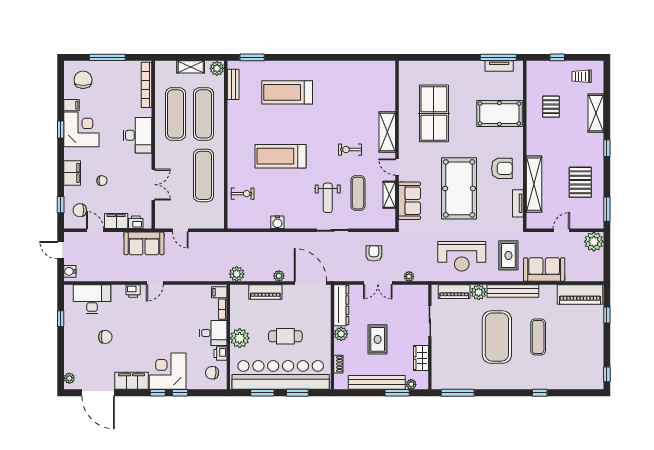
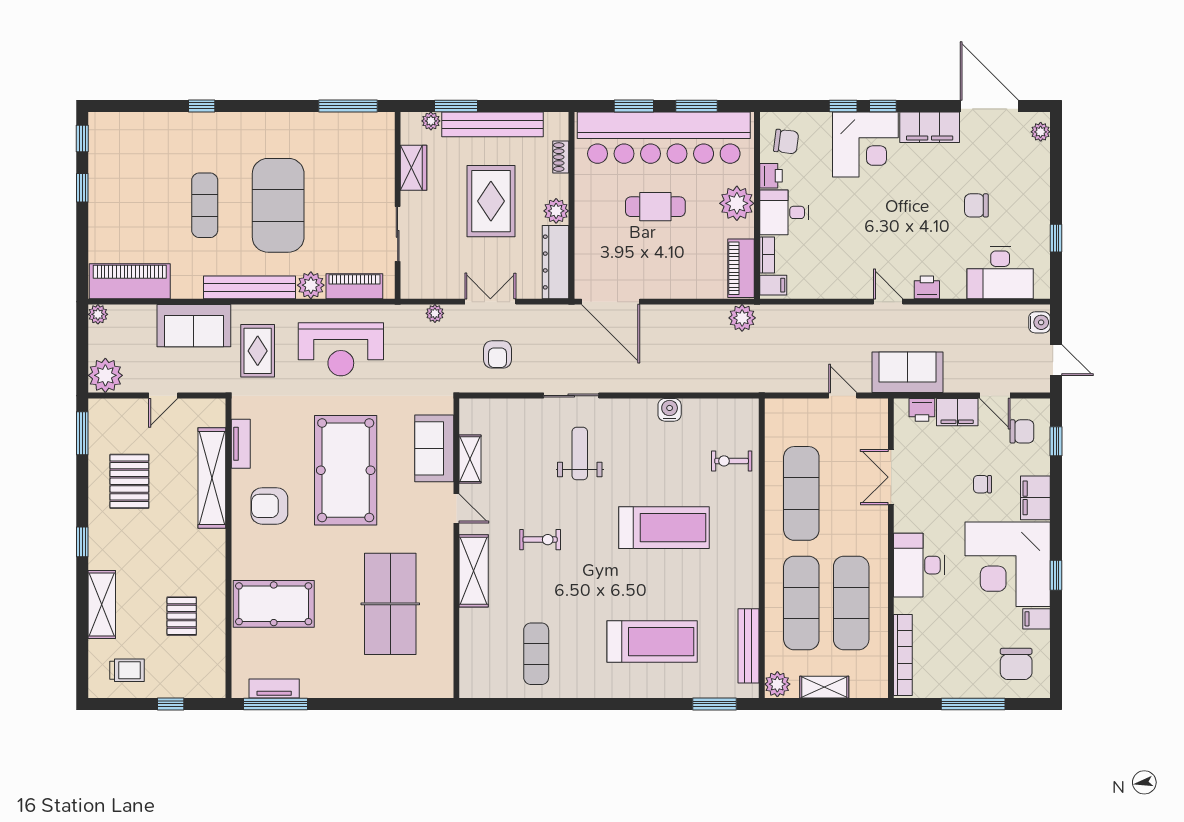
bench: (233, 84) -> (748, 646), width x1.36
corner desk: (81, 129) -> (1008, 564), width x1.36, depth x1.36
exercise mat: (358, 193) -> (536, 654), moved
reception desk: (462, 256) -> (341, 349), turned 180
plant: (279, 276) -> (98, 314), moved
door: (155, 283) -> (888, 302), hinge flipped
piano: (265, 292) -> (741, 268), moved, turned -90
window: (607, 315) -> (82, 188), moved
rug: (378, 339) -> (491, 201), width x1.36, depth x1.43

